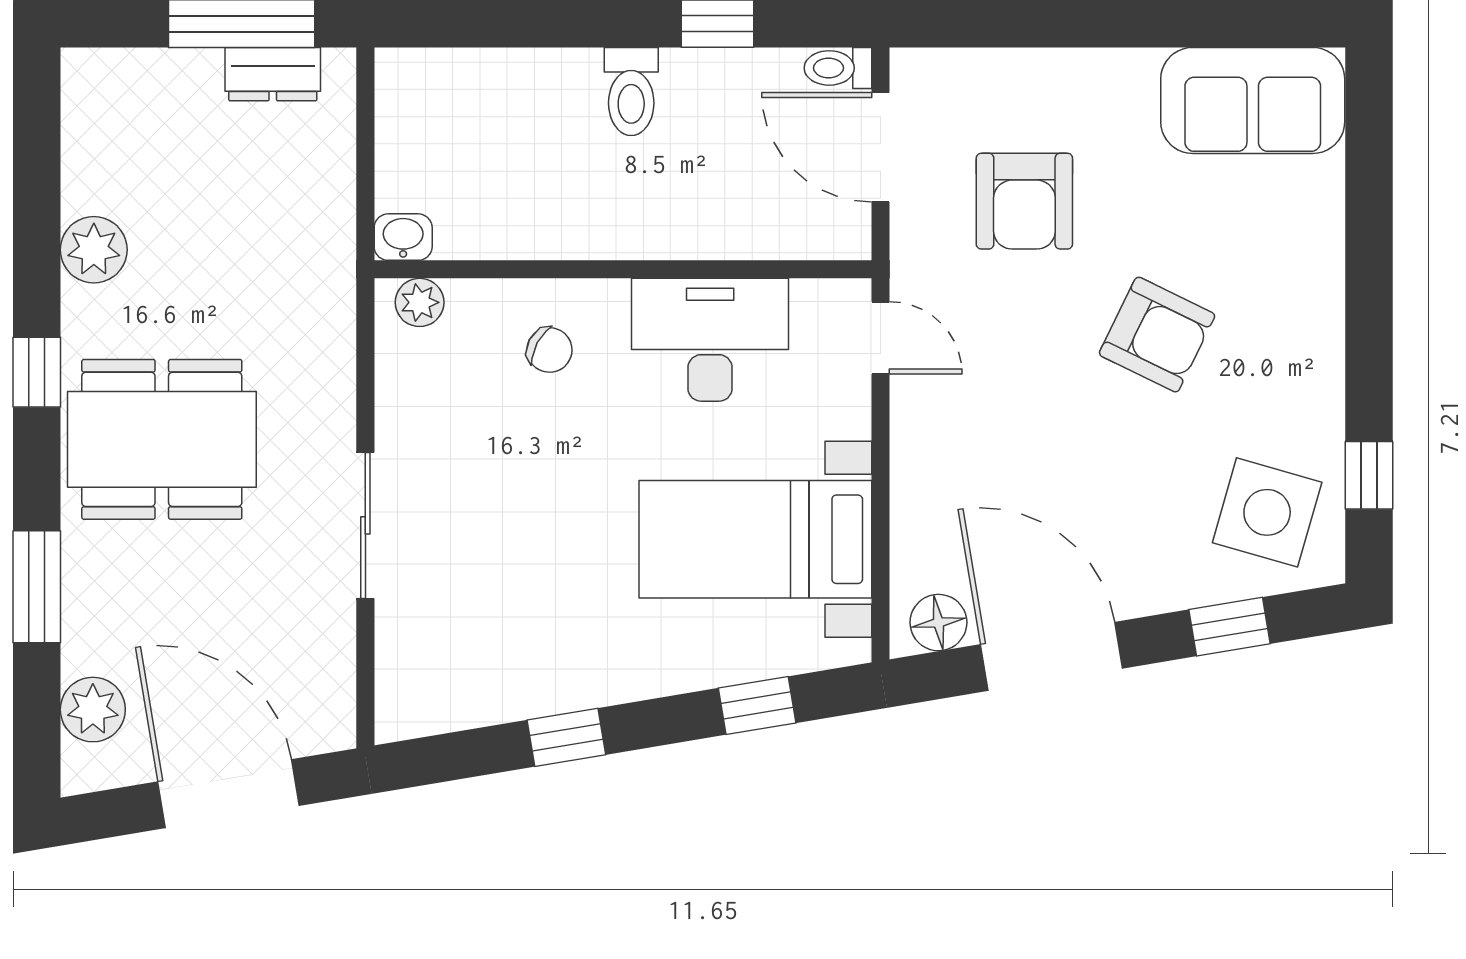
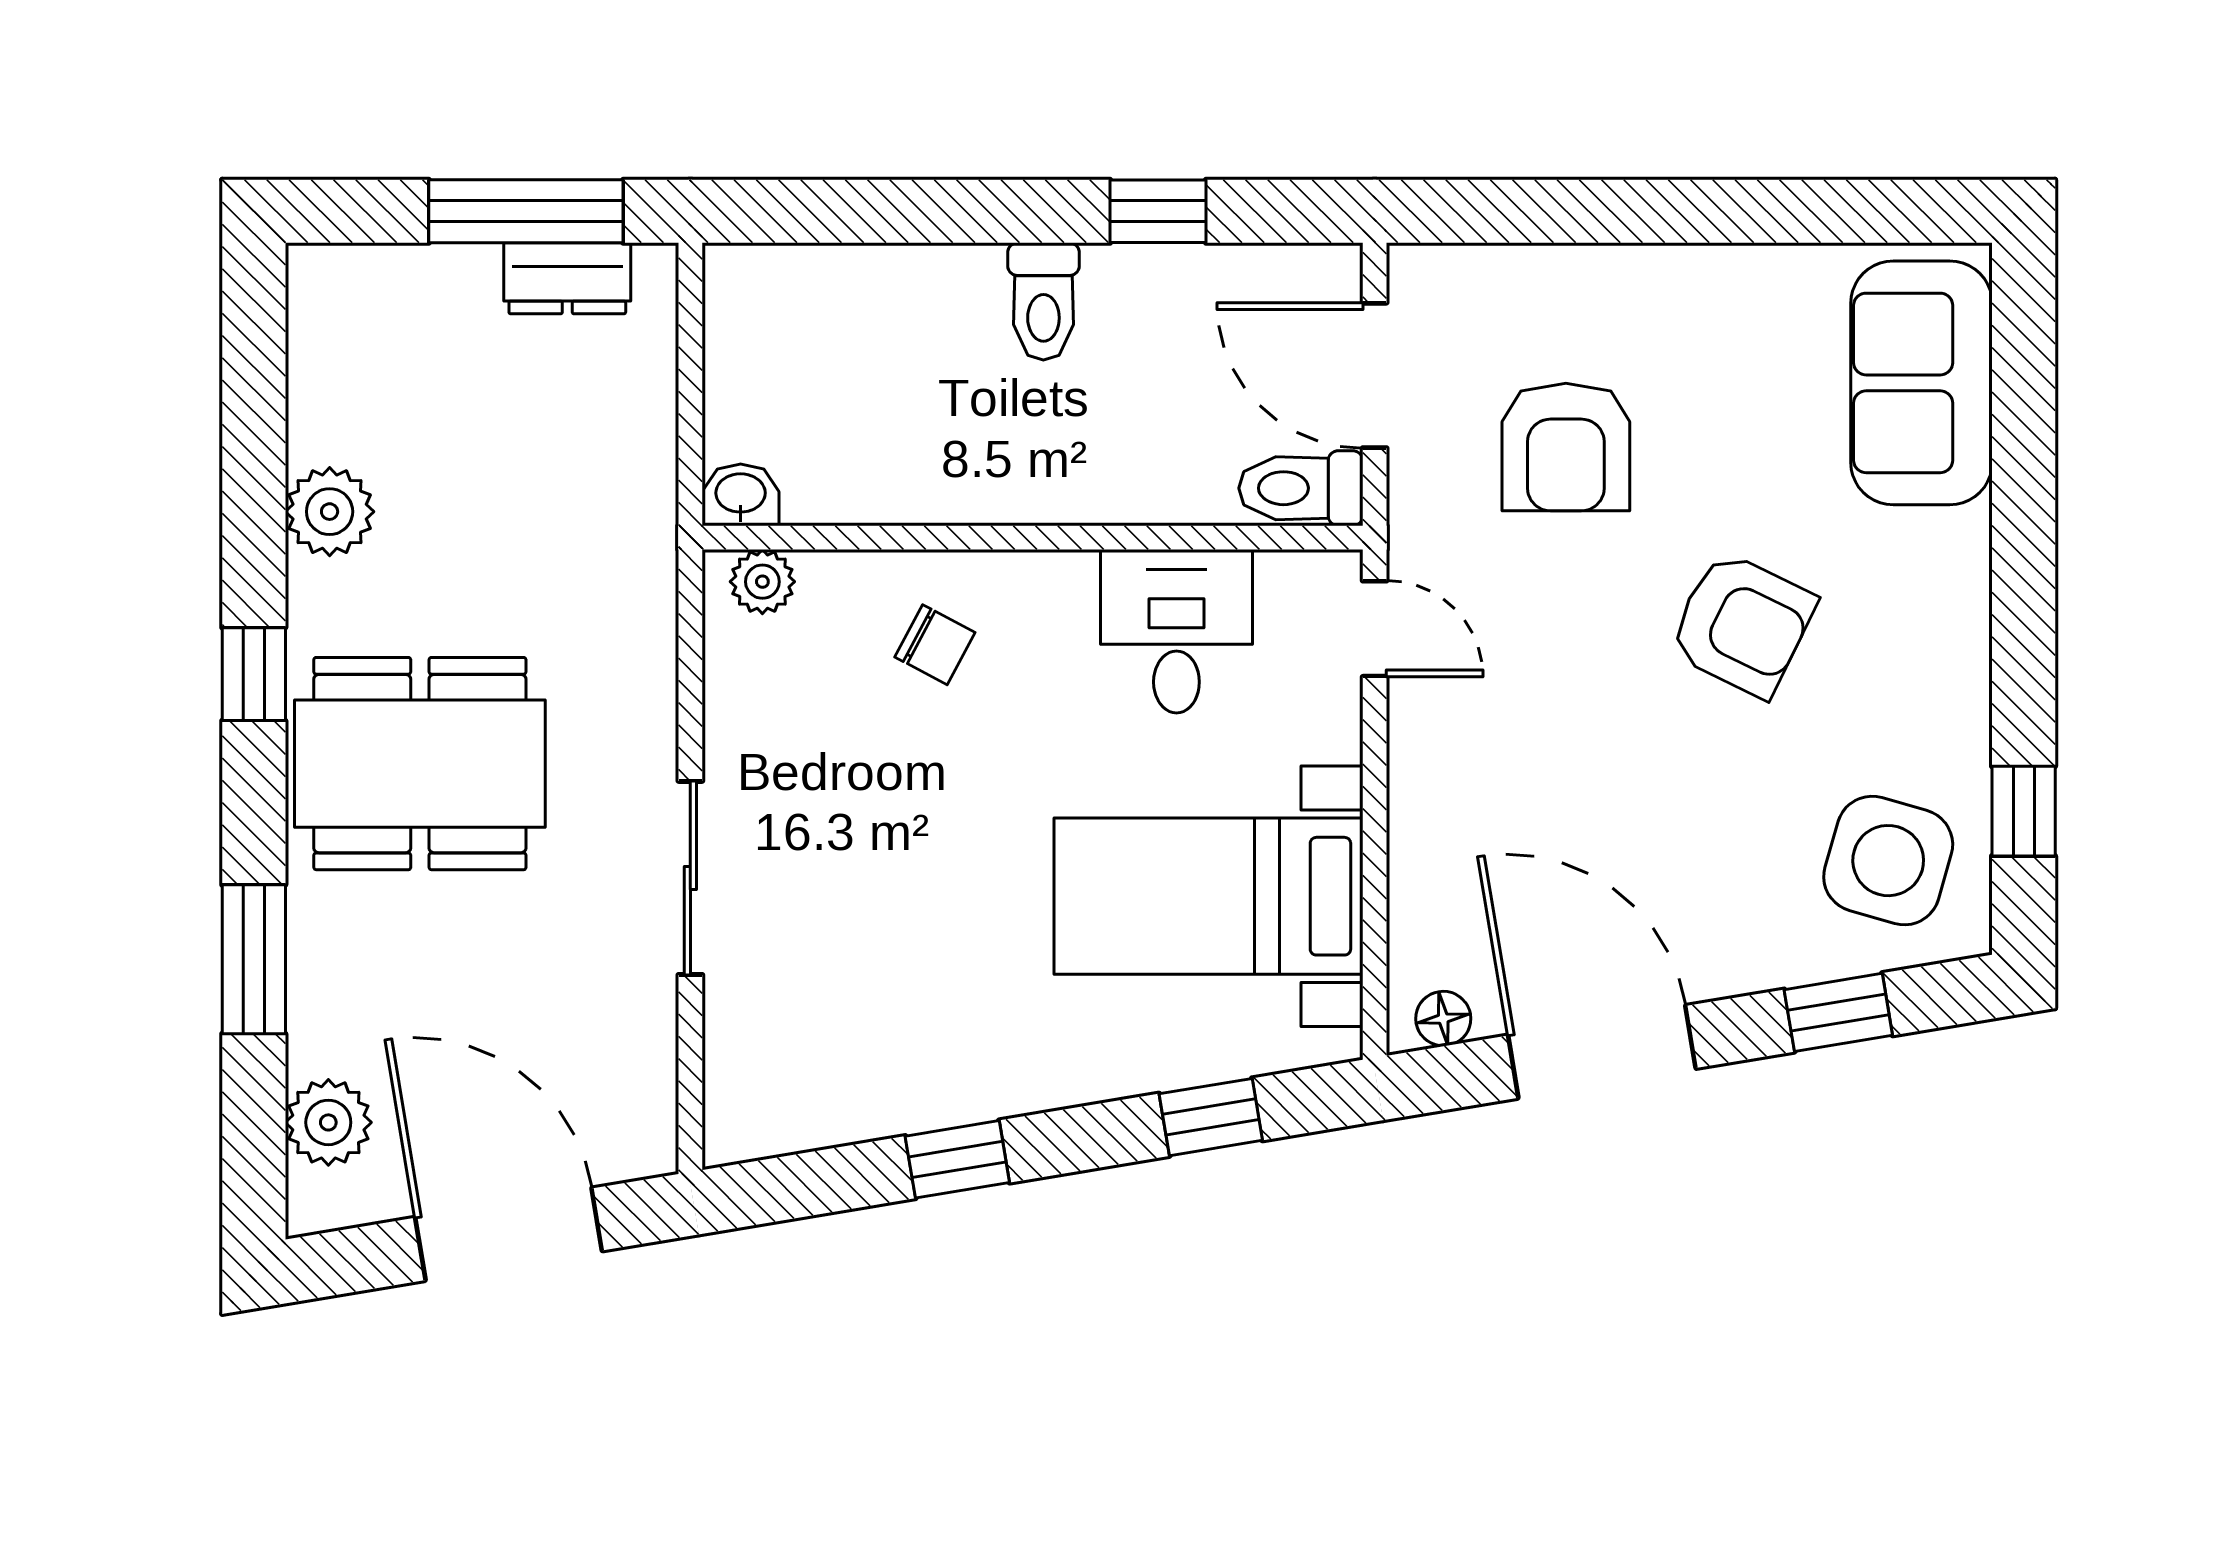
toilet: (838, 68) -> (1301, 488), moved, width x1.37, depth x1.39
sofa: (1253, 100) -> (1922, 383), moved, turned 90
desk: (710, 340) -> (1176, 631), width x0.73
floor lamp: (938, 623) -> (1443, 1019), width x0.73, depth x0.73

